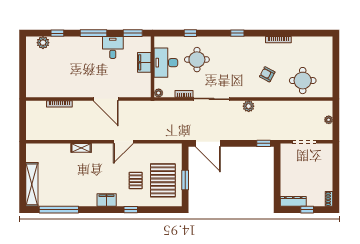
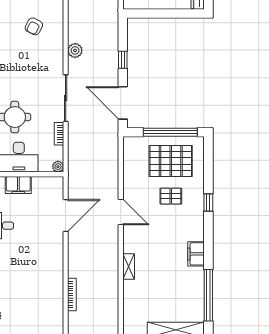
door: (106, 99) -> (66, 215), moved
door: (208, 143) -> (123, 103), swing flipped
window: (264, 143) -> (123, 60), moved
window: (185, 180) -> (170, 132), width x2.11
filing cabinet: (107, 200) -> (196, 254), moved

